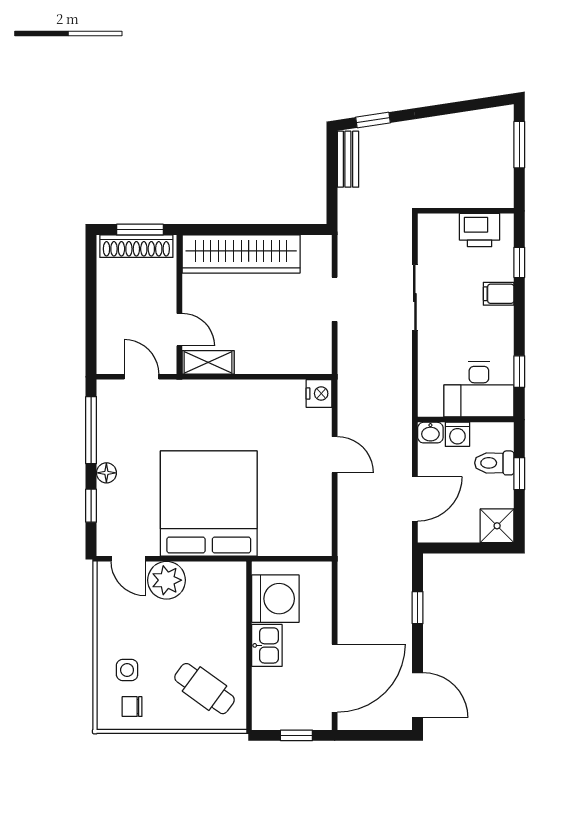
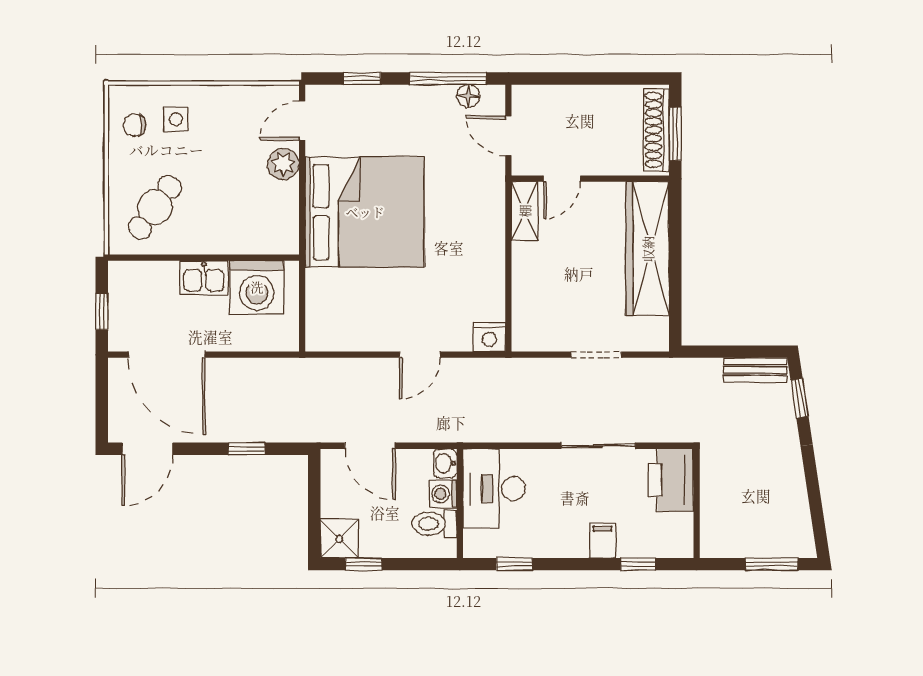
printer: (480, 230) -> (671, 480), moved, width x1.37, depth x1.19
door: (141, 377) -> (508, 136), swing flipped
desk: (479, 389) -> (494, 488), moved
toilet: (494, 463) -> (434, 524), moved, turned -90
floor lamp: (106, 473) -> (468, 96), moved
window: (519, 474) -> (364, 564), moved
plant: (167, 580) -> (283, 164), width x0.73, depth x0.73
chair: (132, 707) -> (134, 125), turned -90

